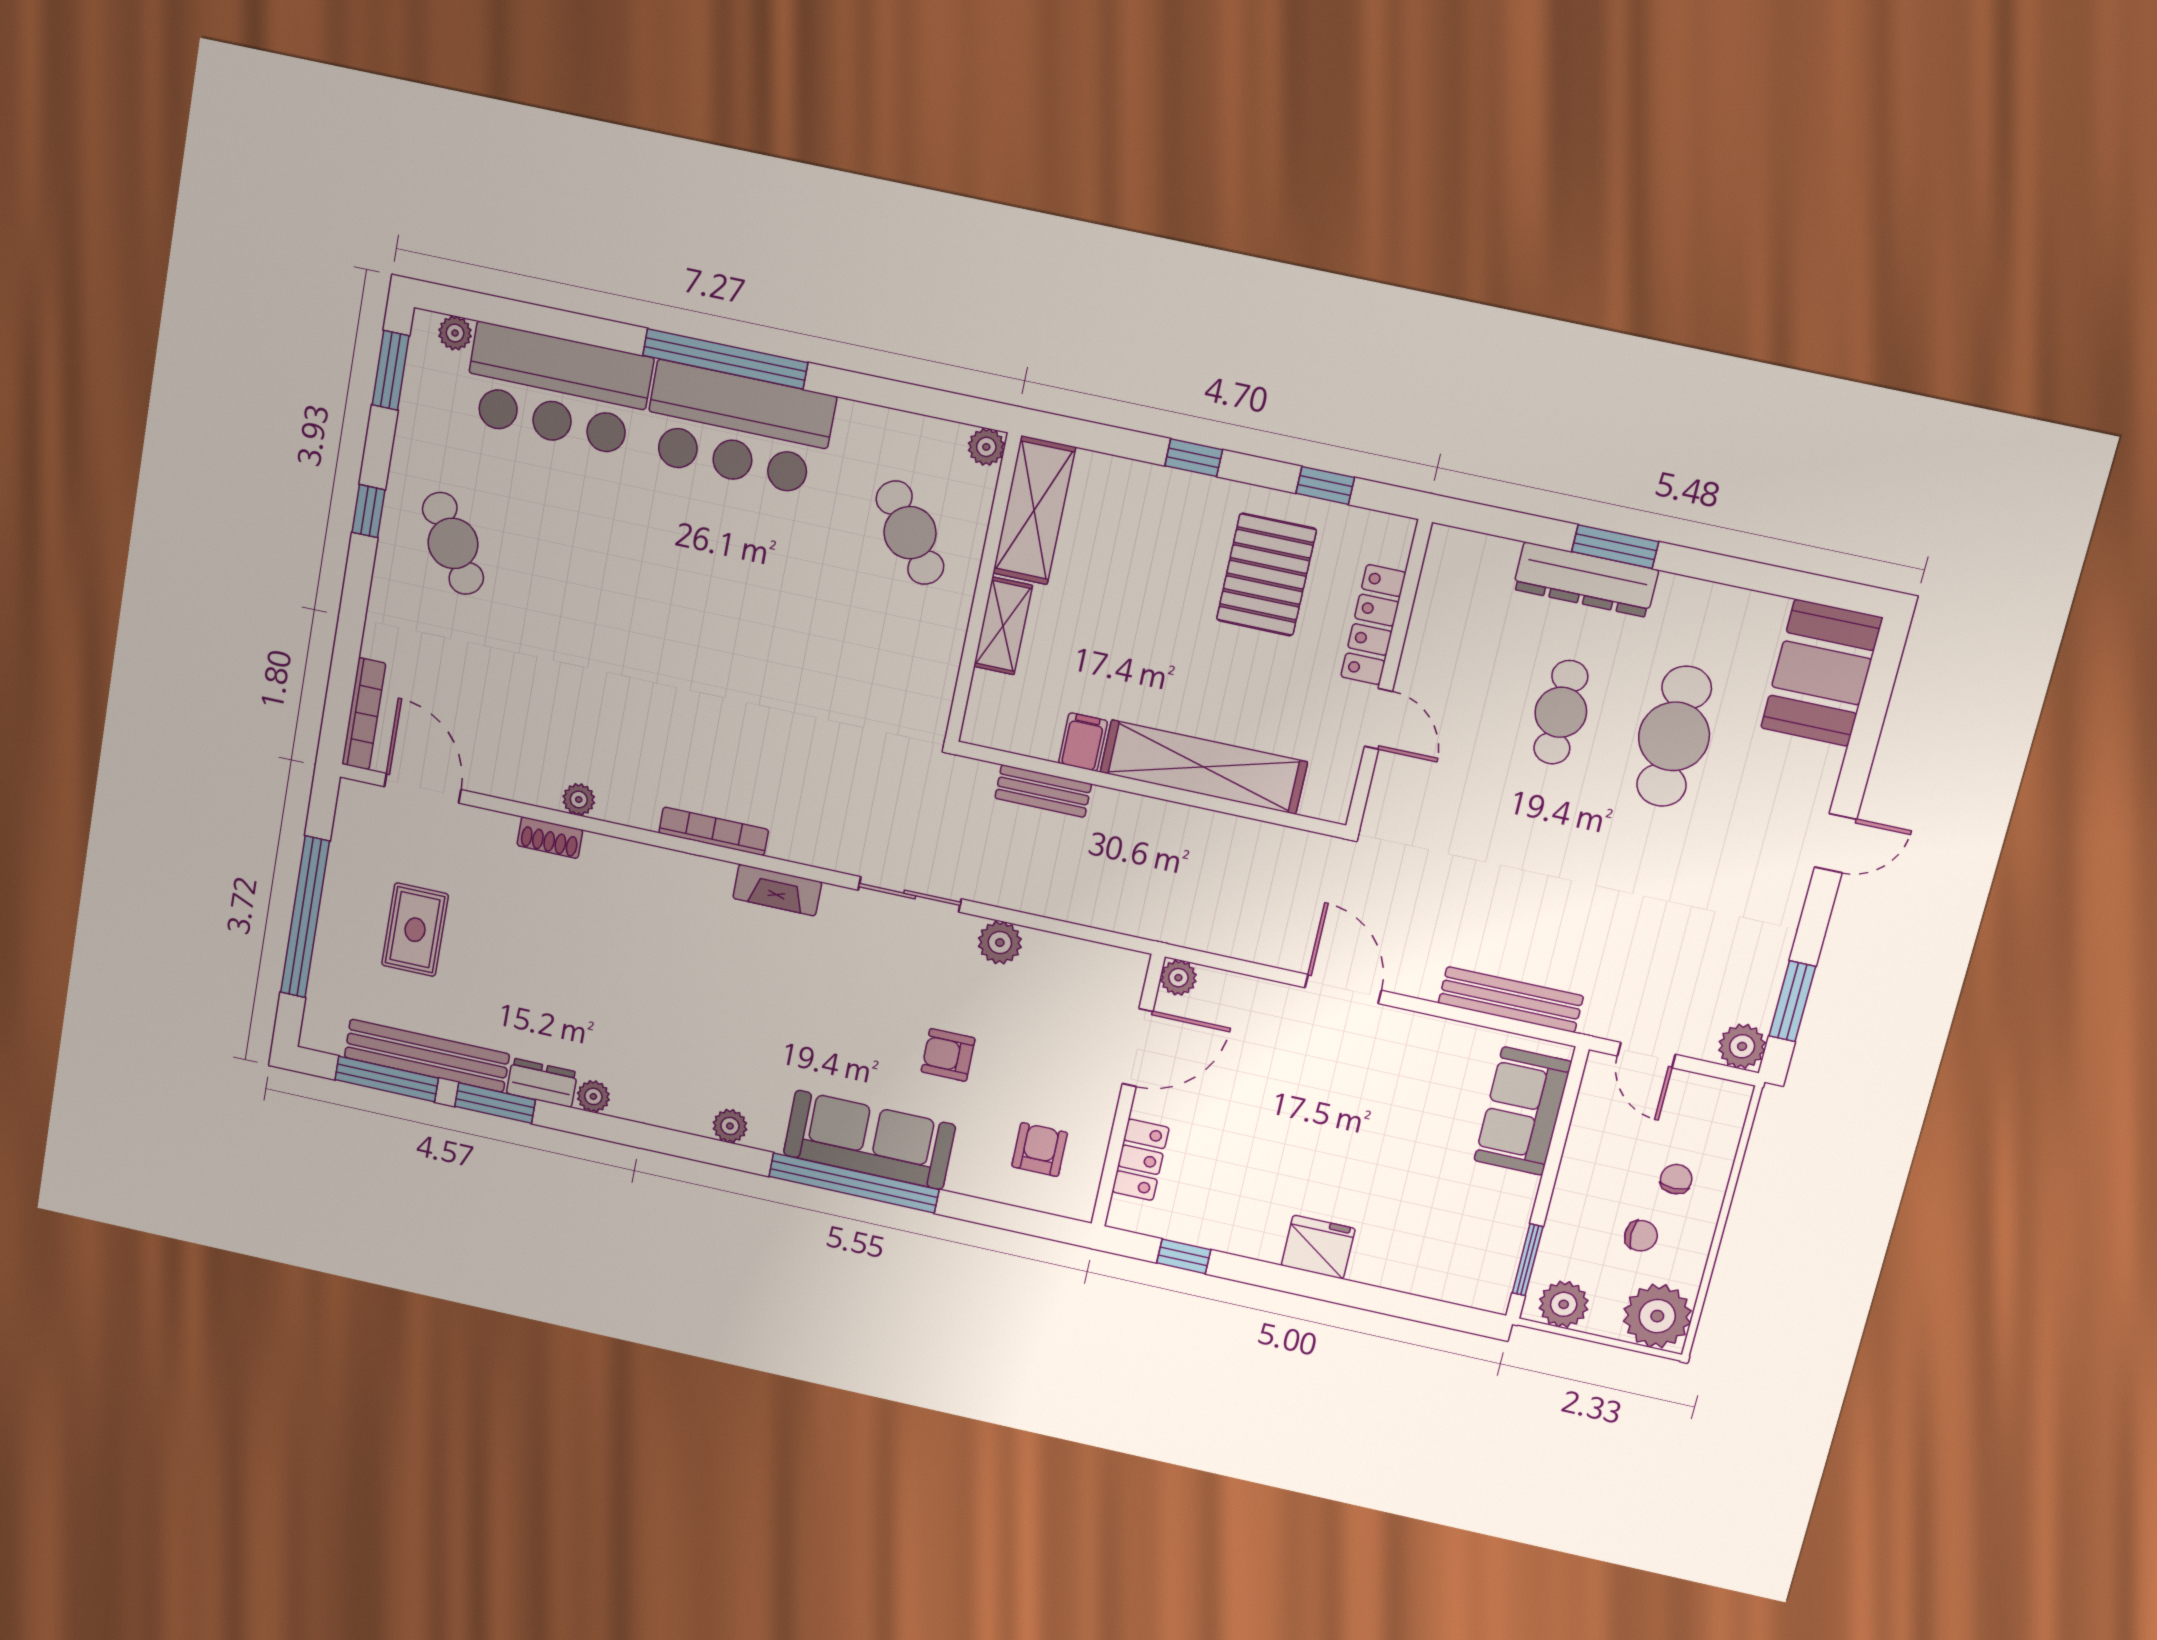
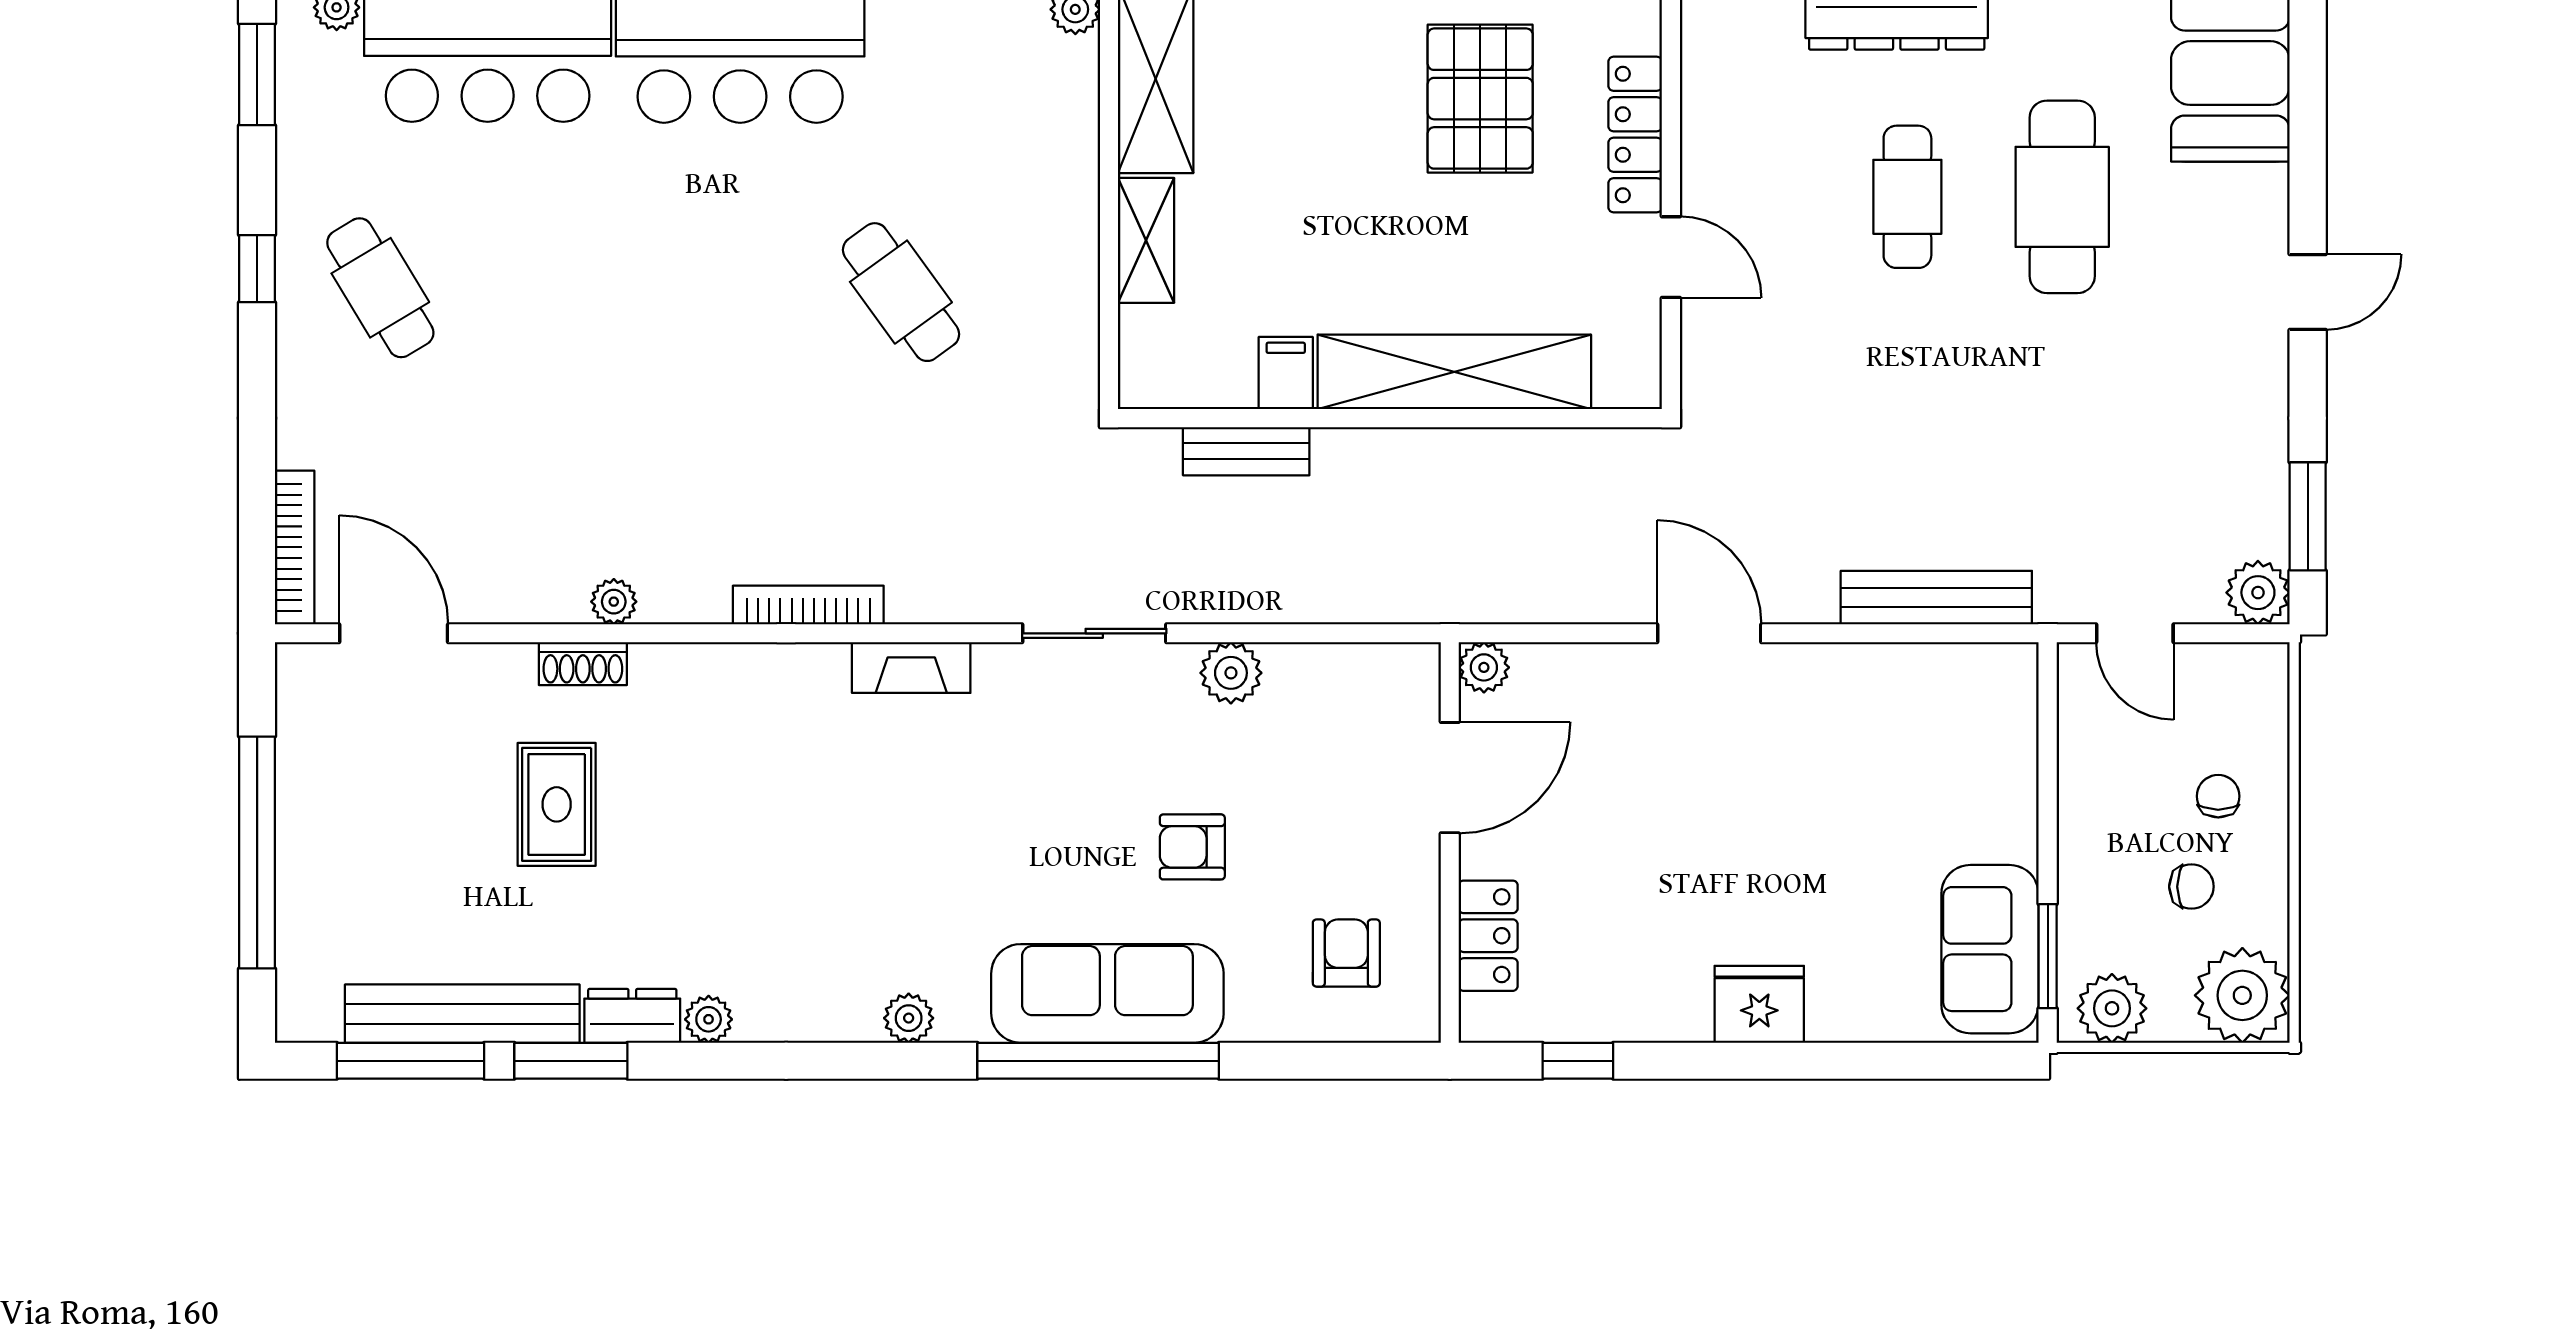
cafe table: (910, 533) -> (901, 292), moved
rug: (415, 930) -> (557, 804), moved
sofa: (1523, 1111) -> (1990, 949), moved

